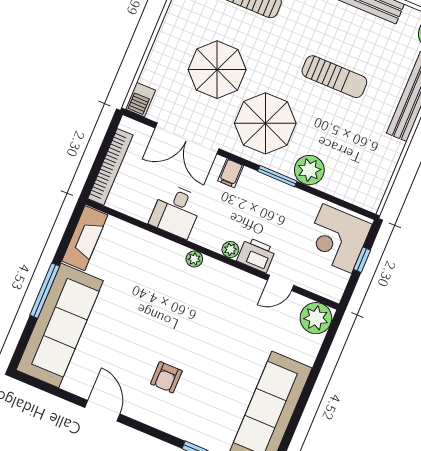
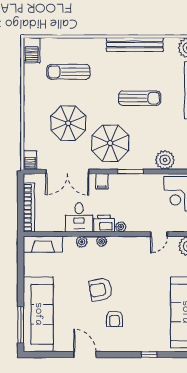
plant: (309, 170) -> (165, 160), moved
fireplace: (85, 238) -> (43, 244), moved, turned 90
plant: (165, 248) -> (82, 242), added
printer: (256, 255) -> (104, 224), moved
window: (45, 291) -> (21, 325), moved
armchair: (164, 327) -> (101, 289), added

